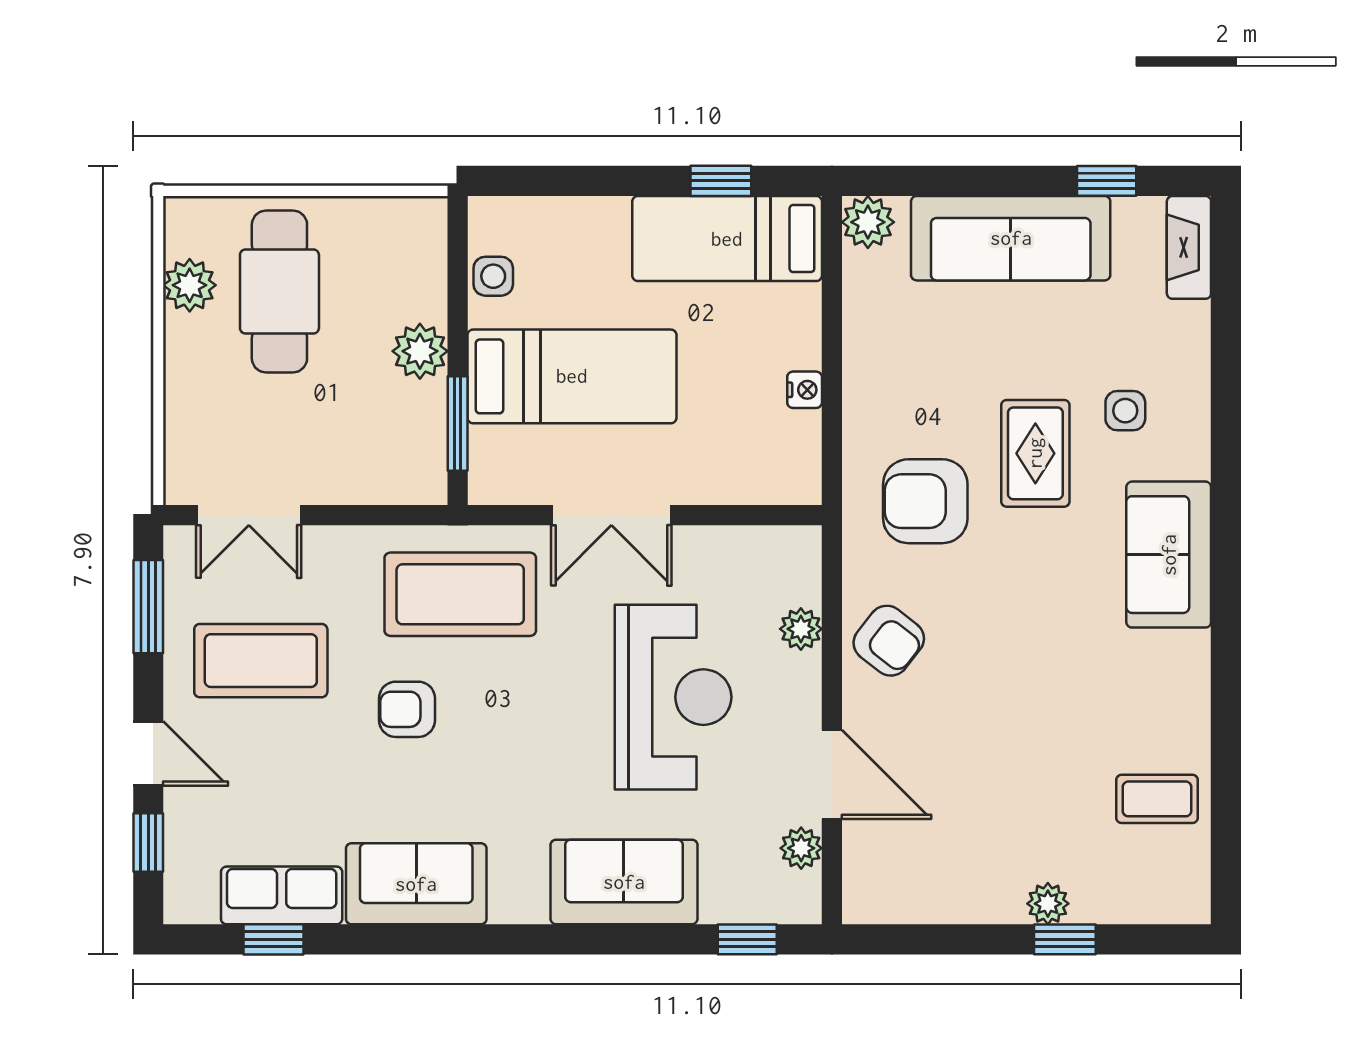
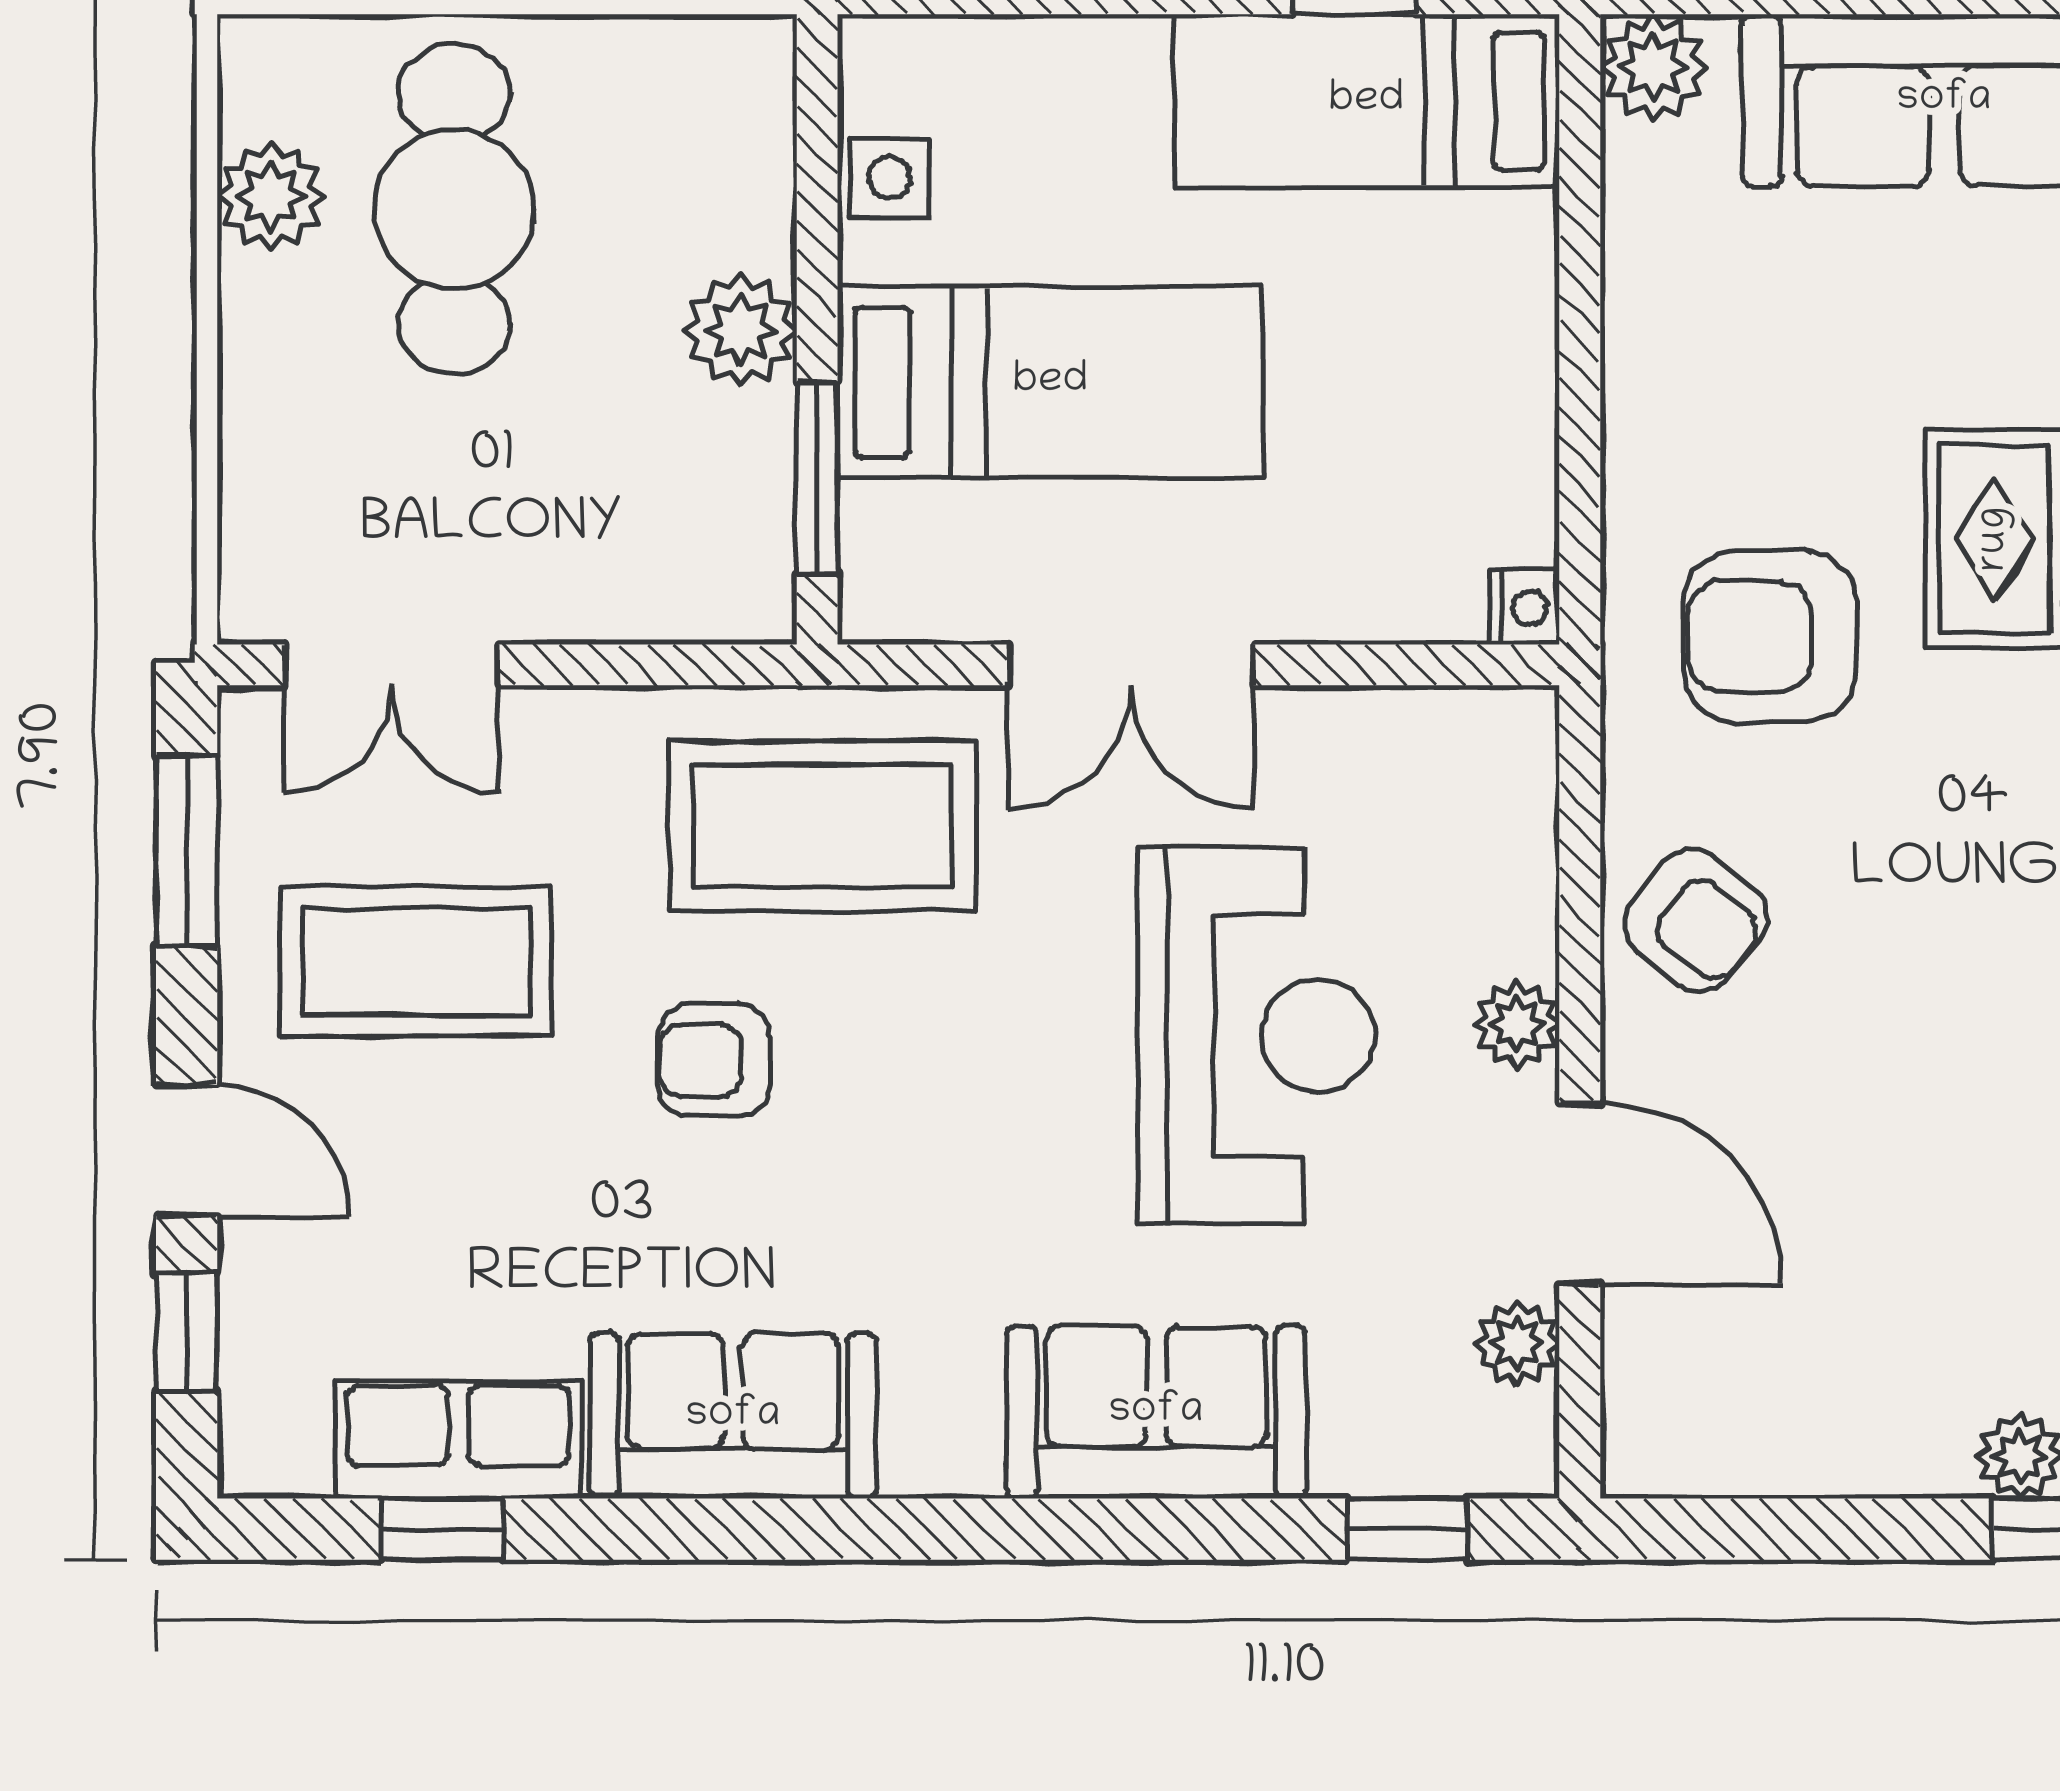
nightstand: (805, 390) -> (1524, 607), moved
plant: (801, 629) -> (1517, 1024), moved

